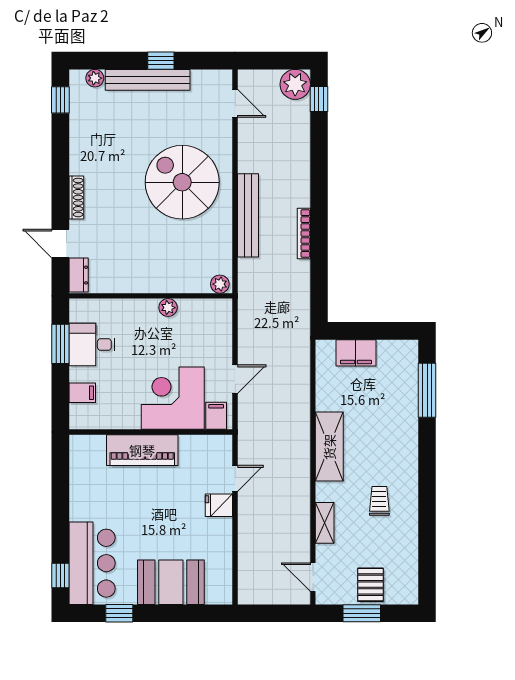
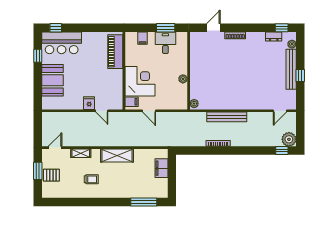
spiral stairs: (182, 182) -> (242, 86), removed
dresser: (79, 275) -> (274, 36), moved
piano: (142, 450) -> (115, 52), moved

